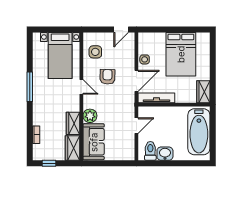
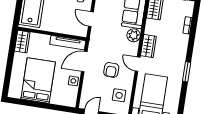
window: (30, 87) -> (187, 72), width x0.69
wardrobe: (73, 123) -> (148, 46), moved
door: (136, 126) -> (91, 19), hinge flipped

